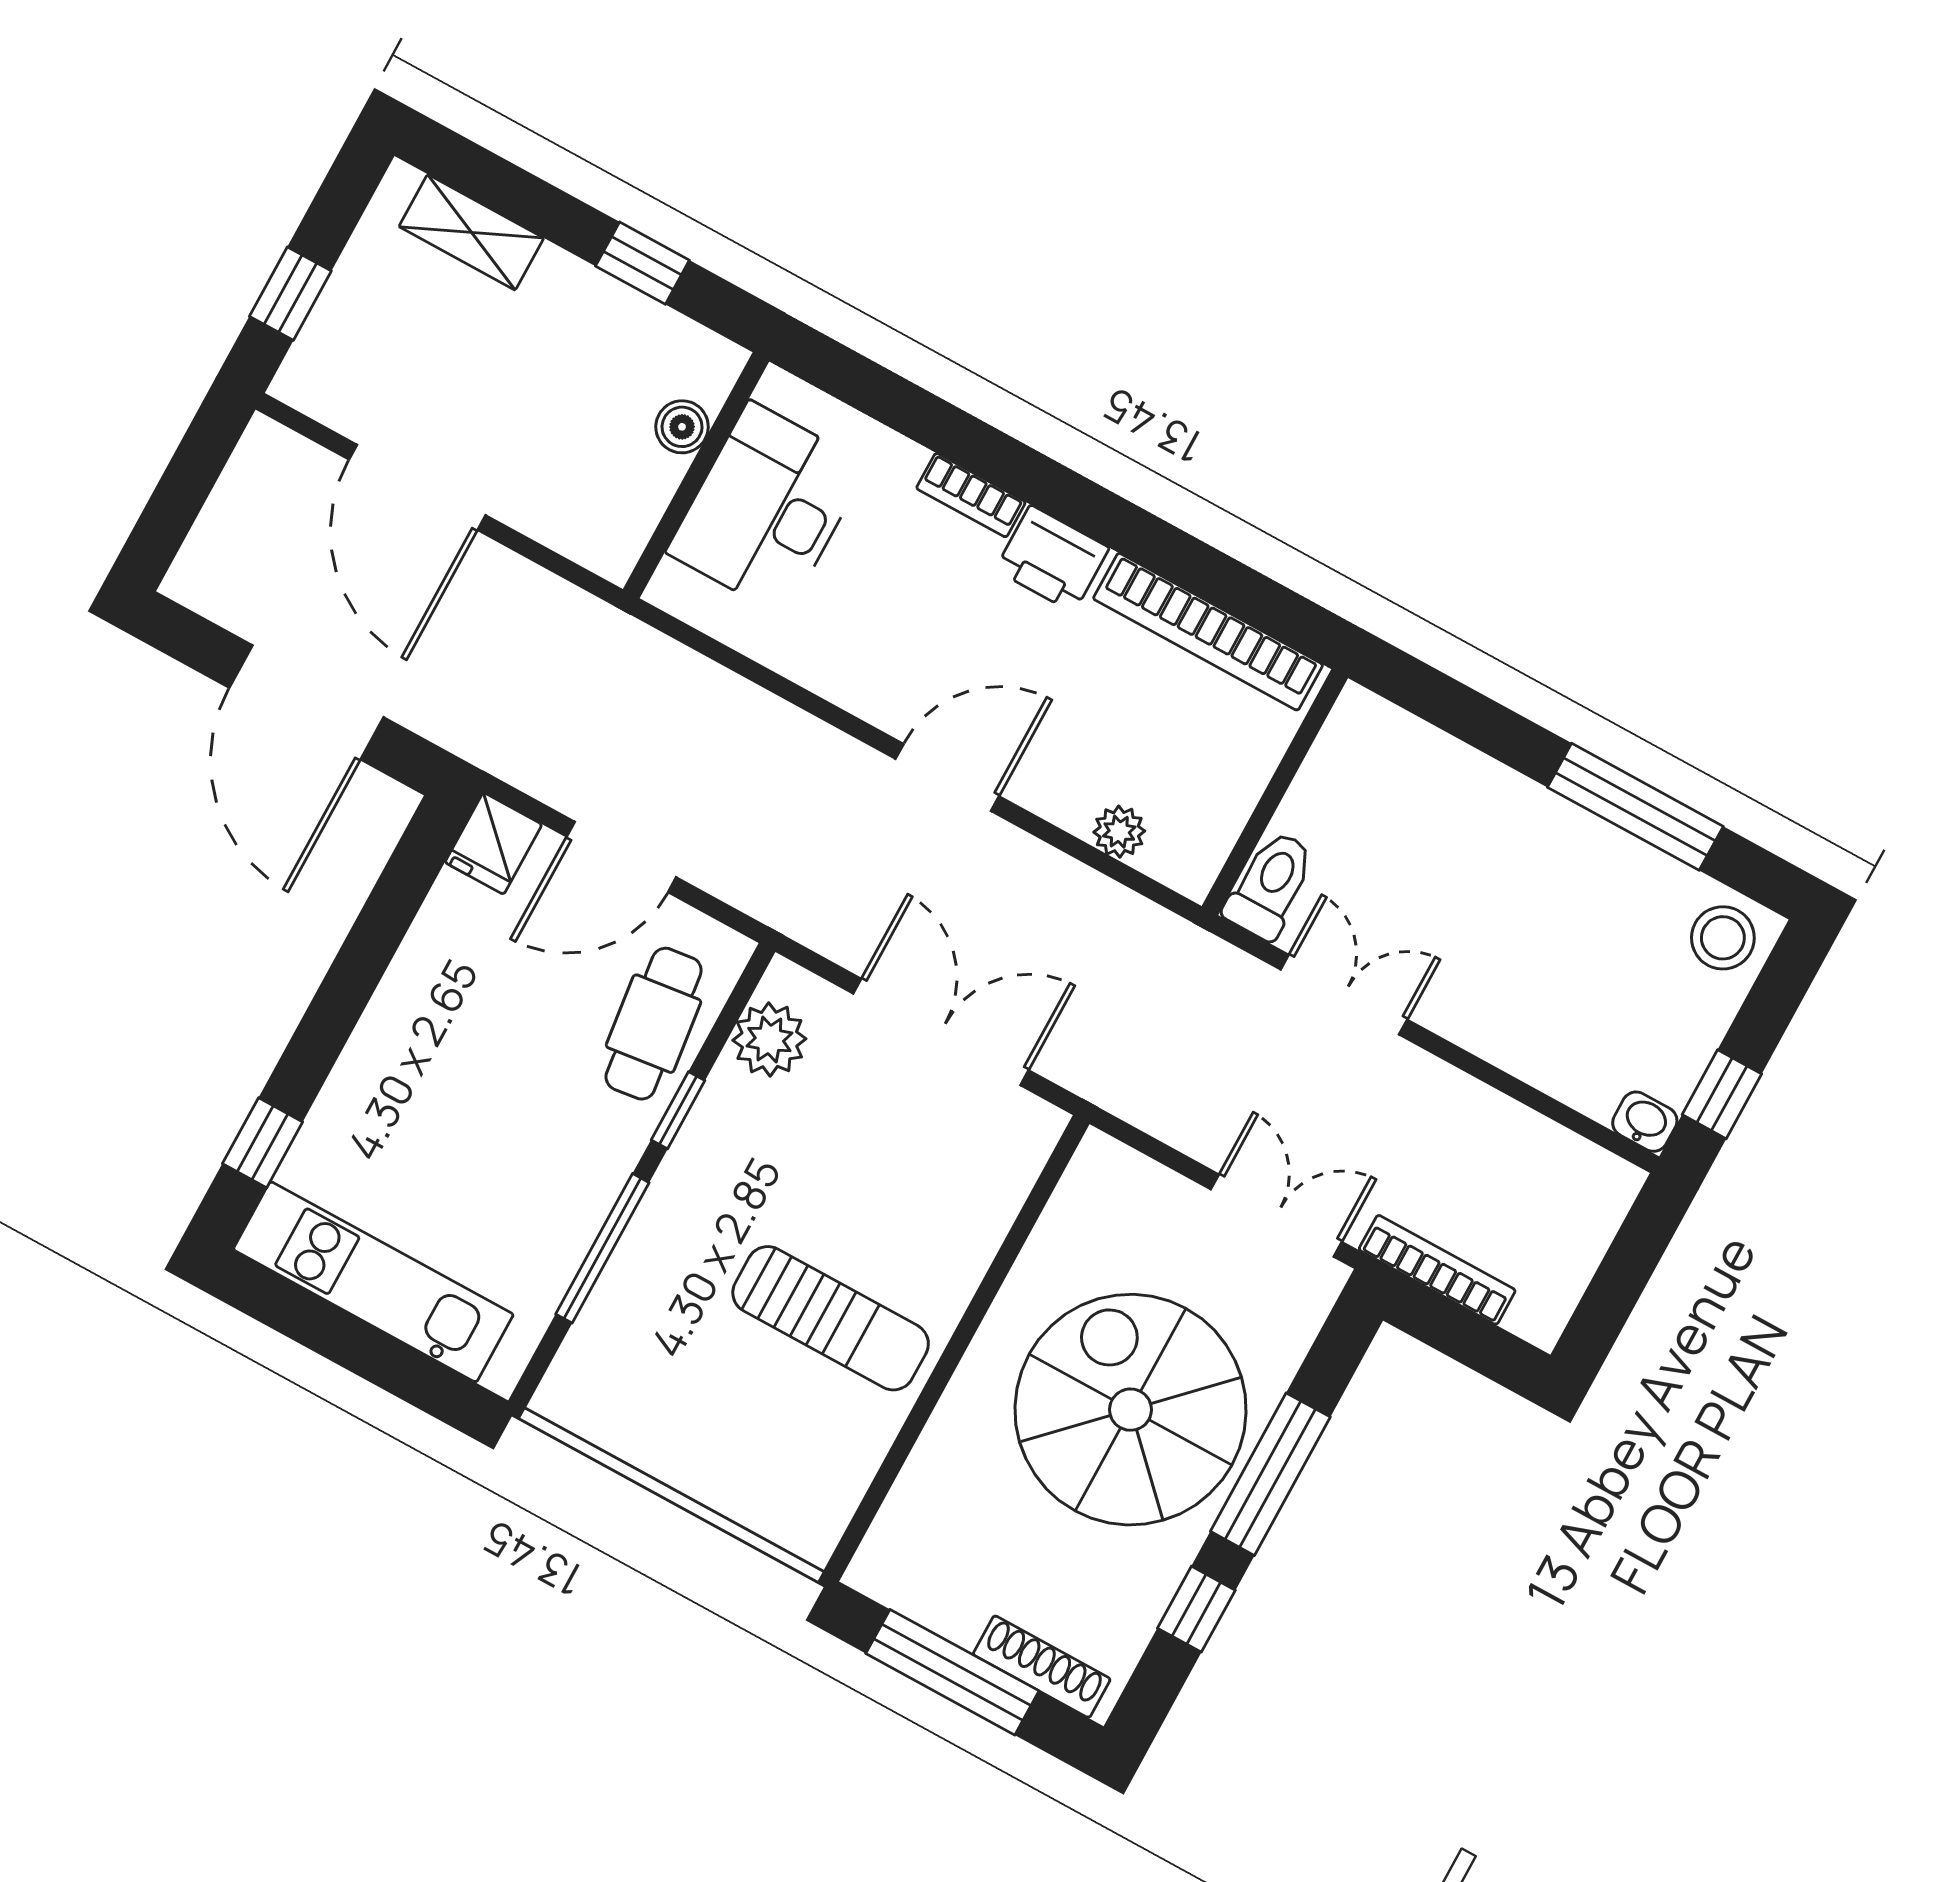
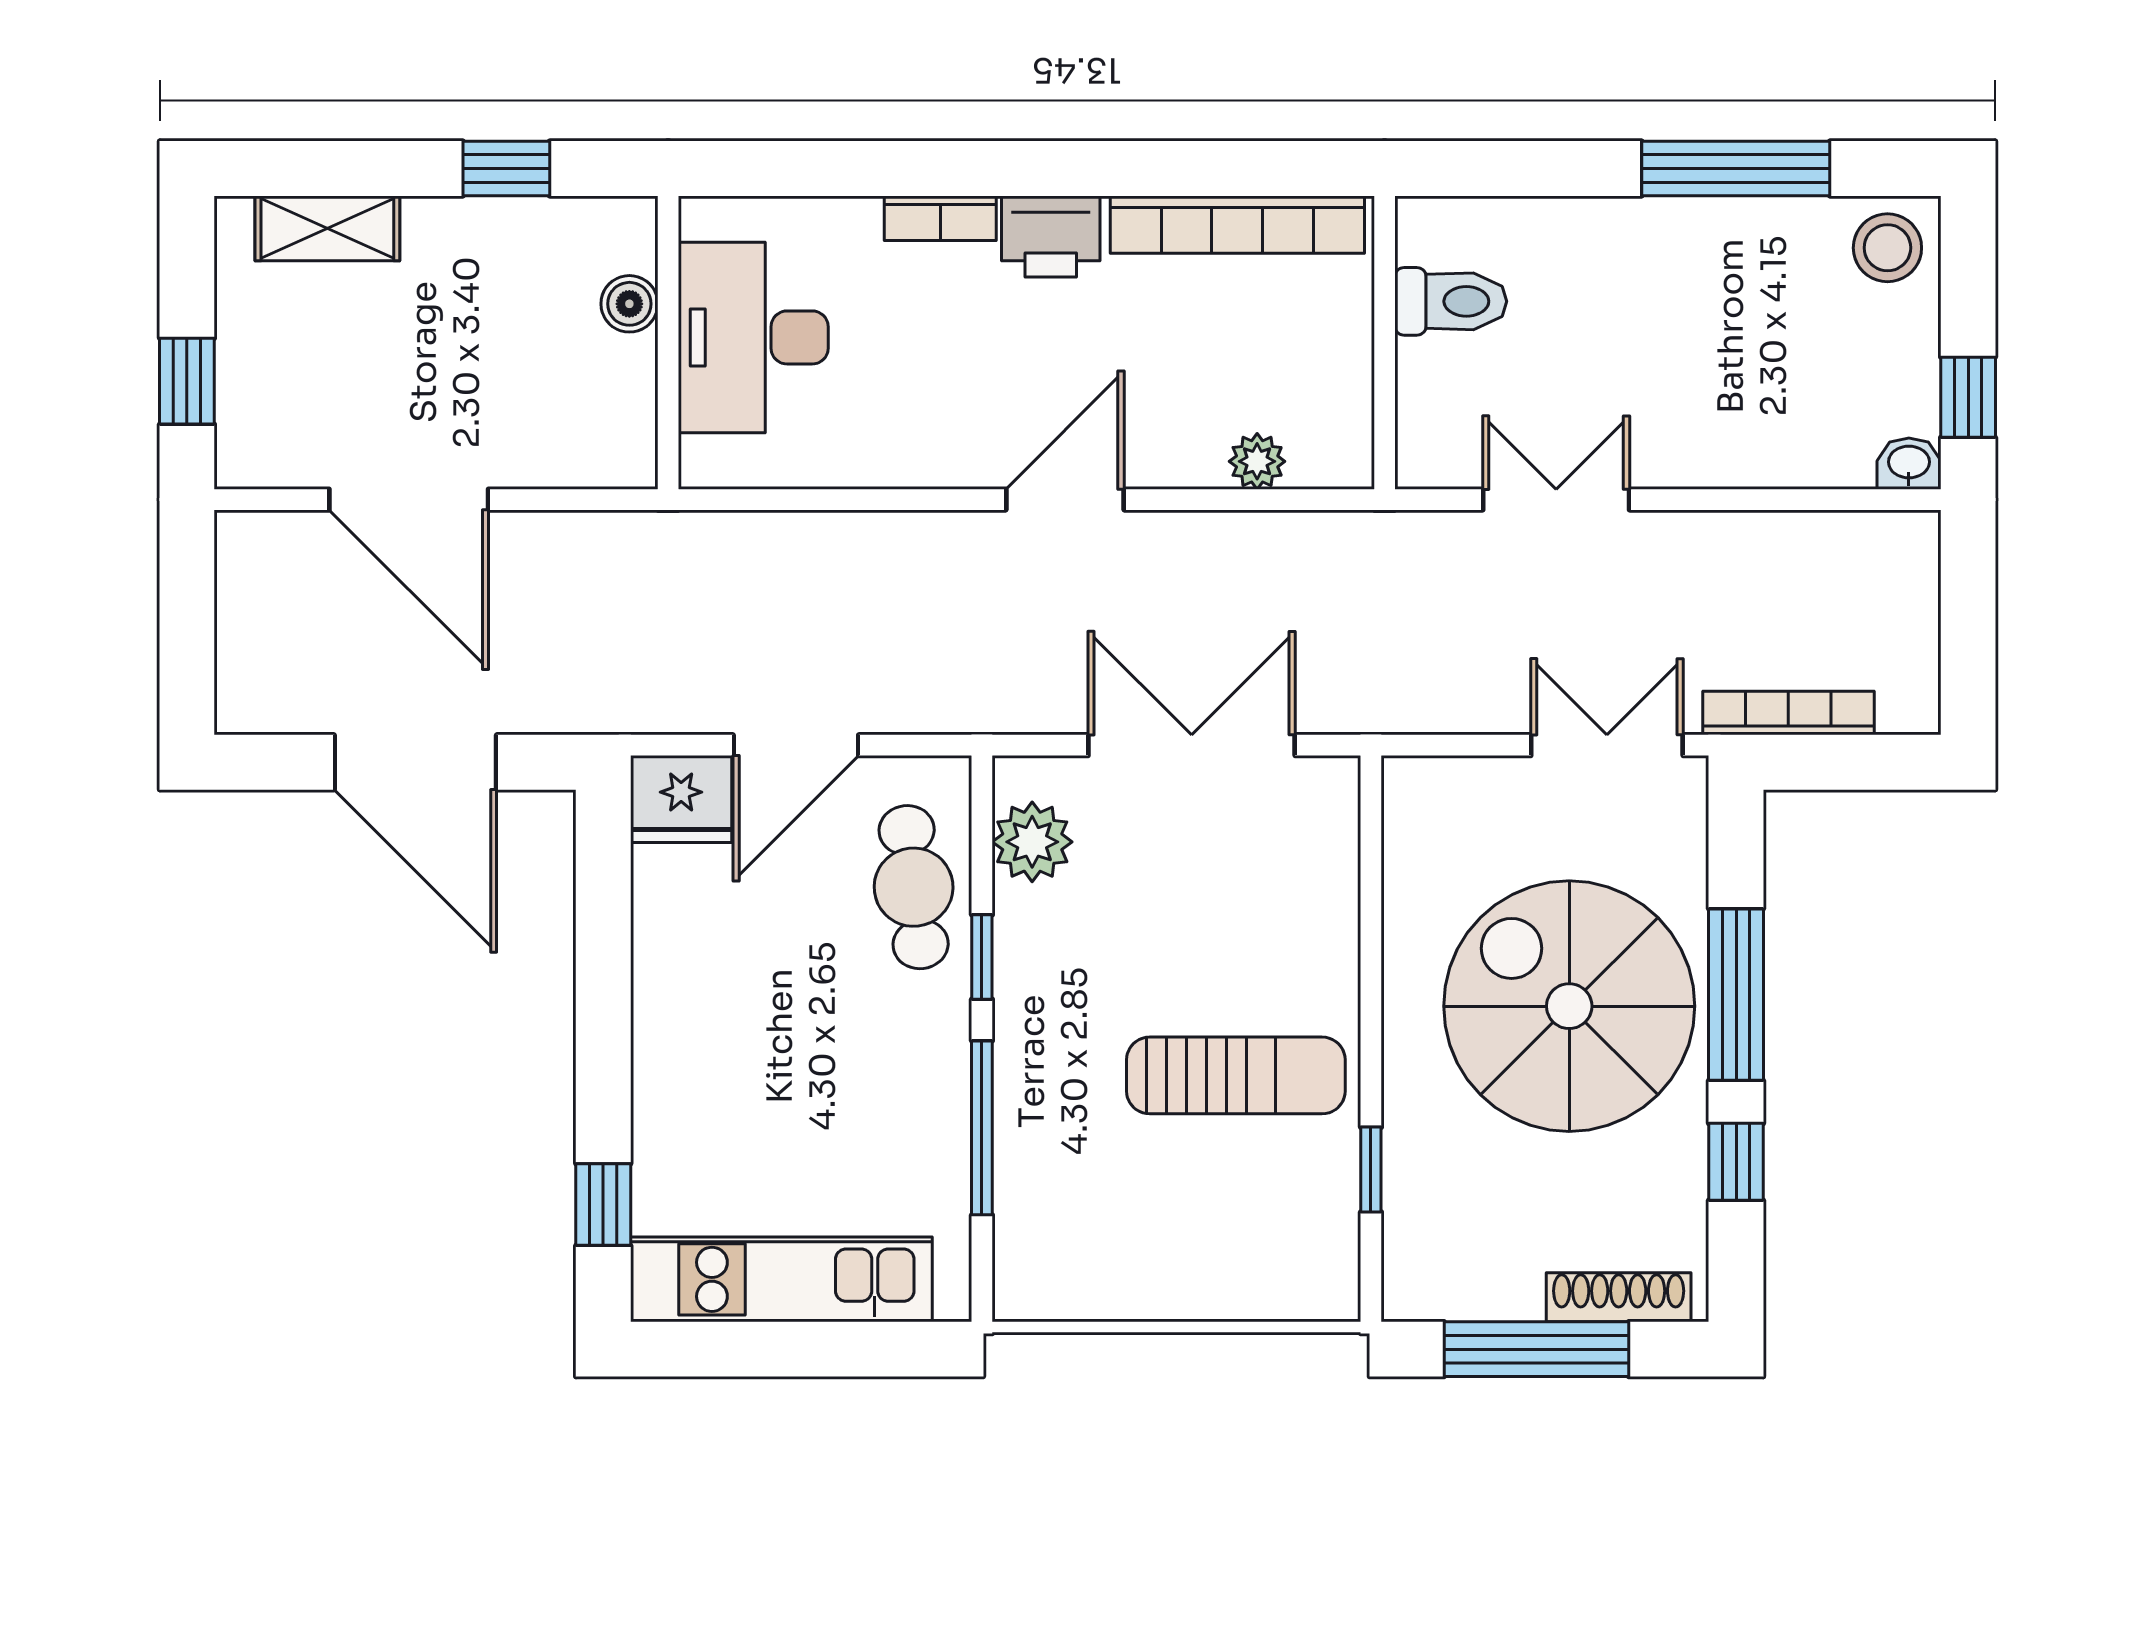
fridge: (493, 843) -> (681, 799), width x1.38
toilet: (1270, 885) -> (1451, 301), moved, turned 90
window: (898, 1454) -> (1371, 1170), added

